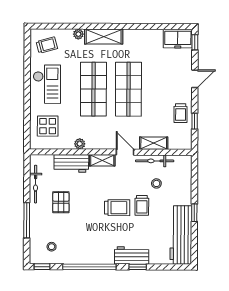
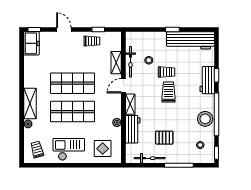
stool: (84, 253) -> (205, 119), added

